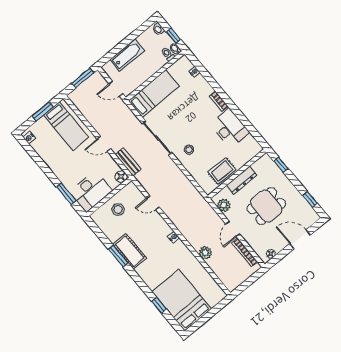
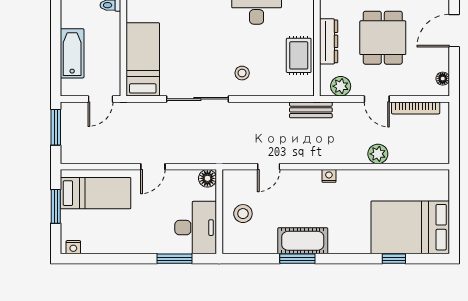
bench: (128, 162) -> (311, 110), moved

